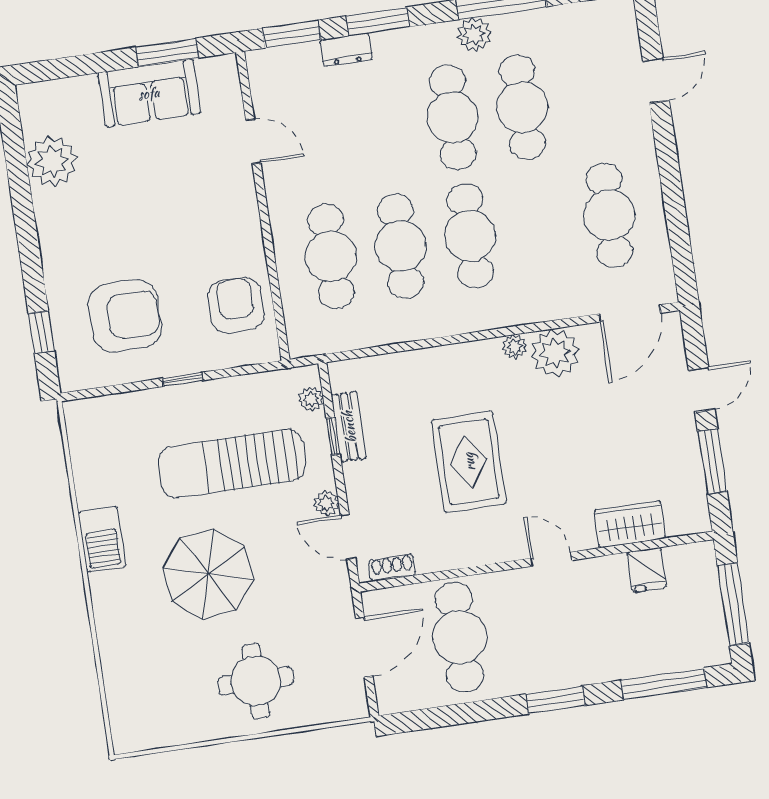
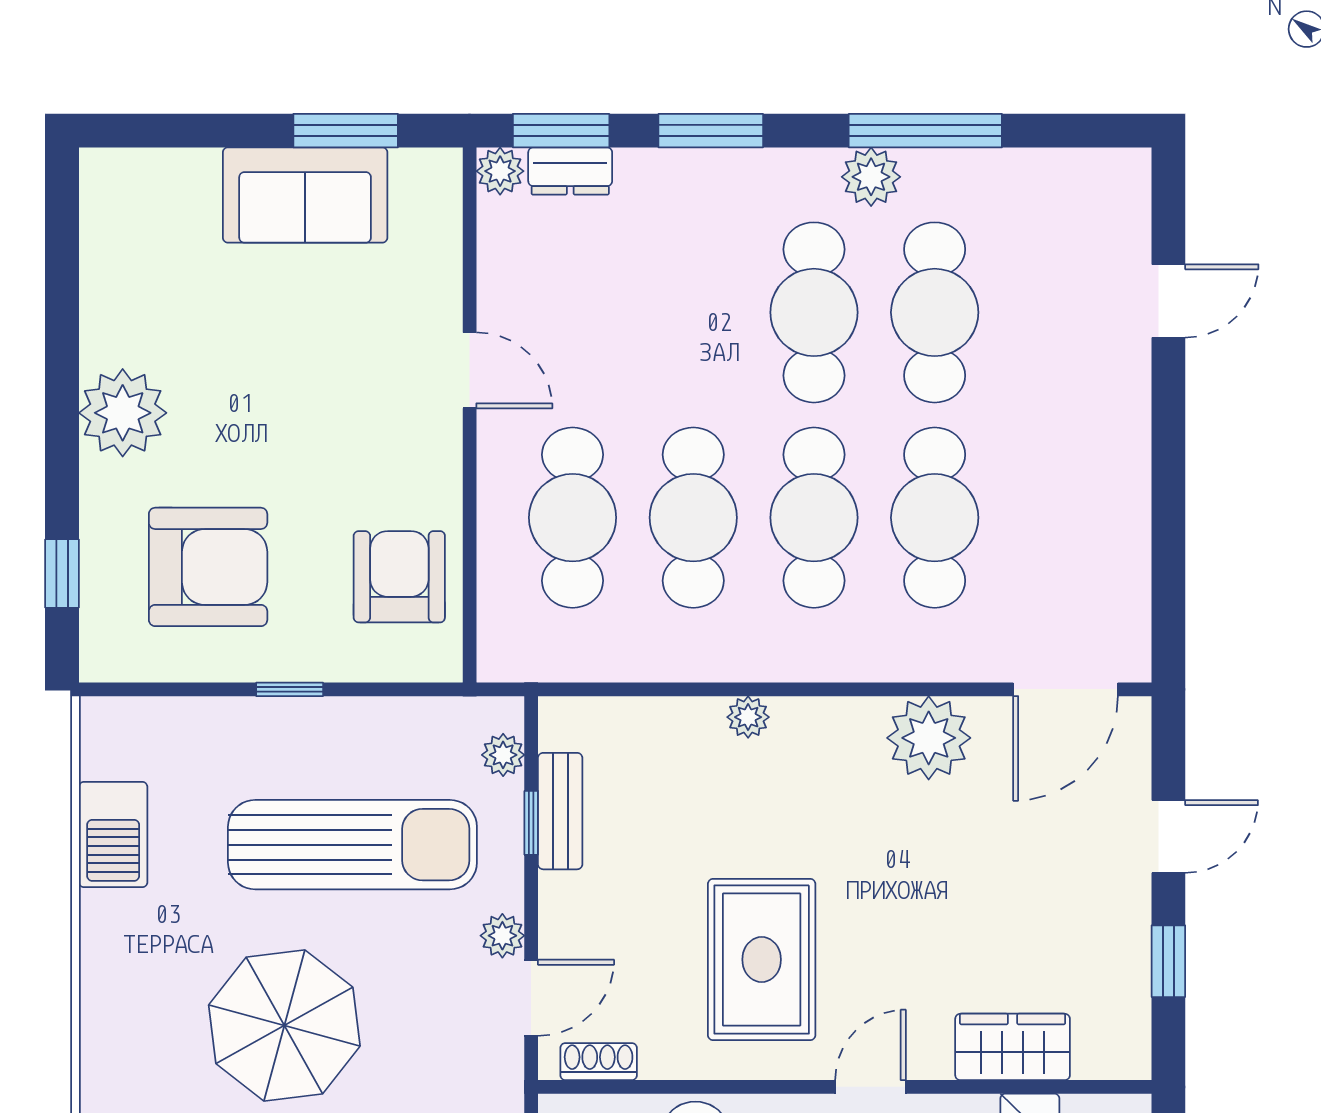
dresser: (346, 50) -> (570, 171), moved
plant: (260, 63) -> (500, 171), added
door: (253, 141) -> (470, 370), moved
plant: (52, 161) -> (123, 413), moved
cafe table: (609, 215) -> (935, 518), moved
plant: (515, 347) -> (748, 717), moved
window: (712, 461) -> (1168, 961), width x0.67
rug: (469, 462) -> (762, 960), moved
sun lounger: (232, 464) -> (352, 845), turned 180
door: (348, 537) -> (531, 998), swing flipped
barbecue: (102, 539) -> (113, 835), moved
door: (551, 559) -> (870, 1087), hinge flipped

